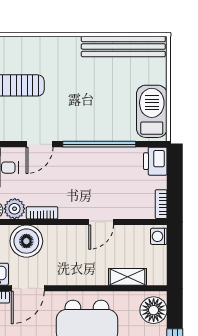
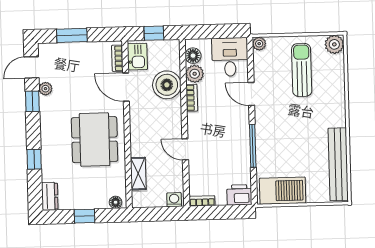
window: (99, 144) -> (253, 146), width x0.68
floor lamp: (154, 310) -> (116, 202), width x0.53, depth x0.53

